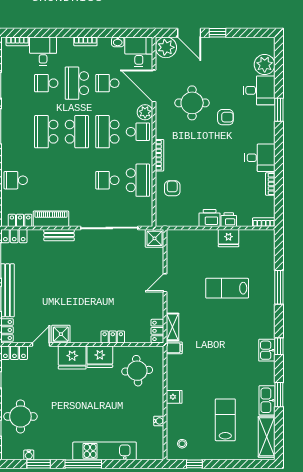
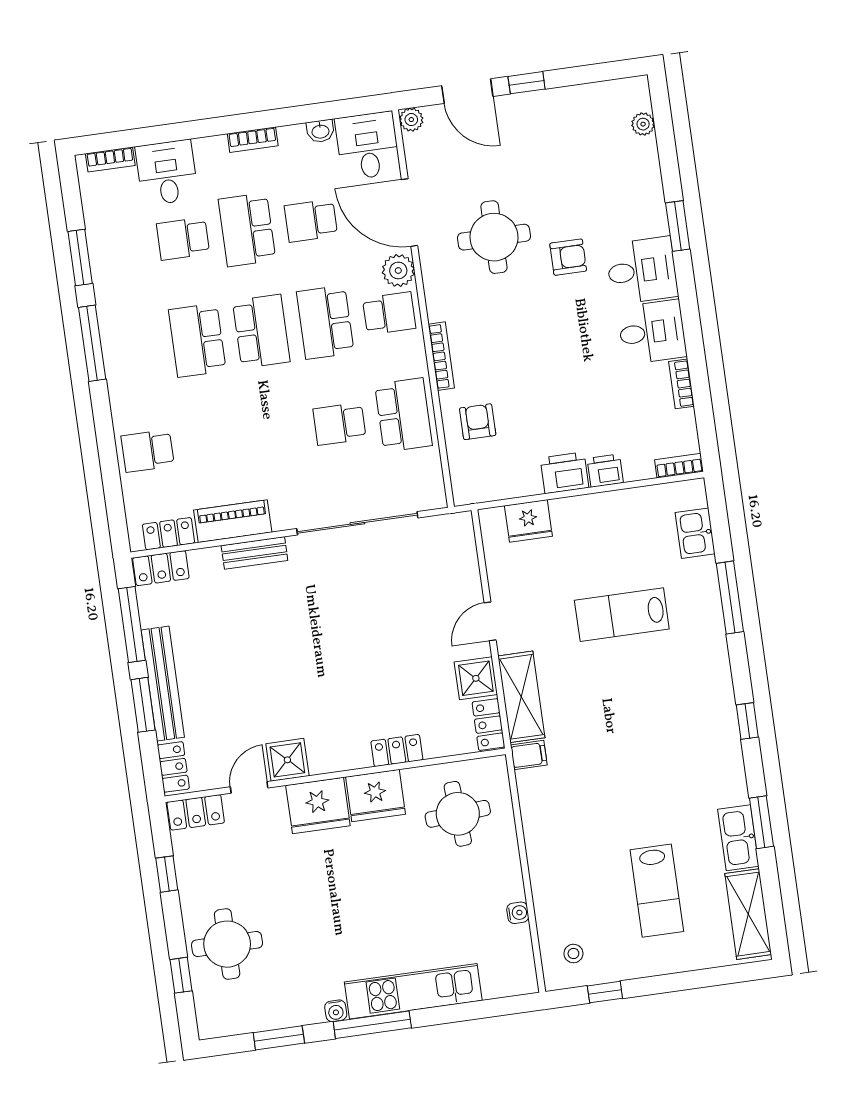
plant: (166, 47) -> (411, 120), width x0.53, depth x0.53
plant: (265, 65) -> (643, 124), width x0.53, depth x0.53
desk: (259, 90) -> (642, 270), moved
shower: (155, 238) -> (476, 678), moved
fridge: (228, 238) -> (528, 521), moved
shelving: (173, 327) -> (521, 697), width x1.50, depth x1.33
kitchen sink: (267, 350) -> (695, 533), moved
fridge: (174, 397) -> (543, 858), removed
lab bench: (225, 420) -> (657, 891), turned 180
water cooler: (29, 455) -> (336, 1011), moved

